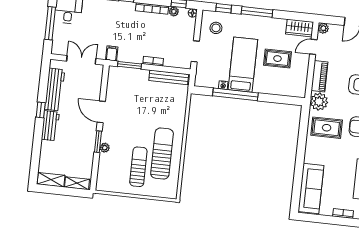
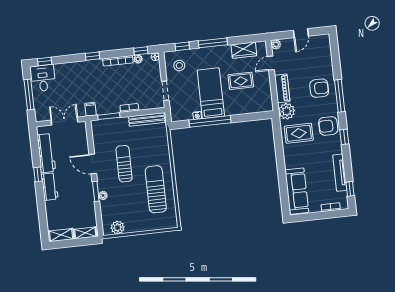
wardrobe: (300, 28) -> (244, 50), moved
sun lounger: (138, 167) -> (124, 164), moved
plant: (113, 185) -> (118, 228), added

